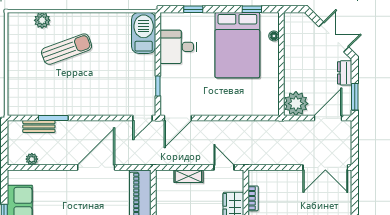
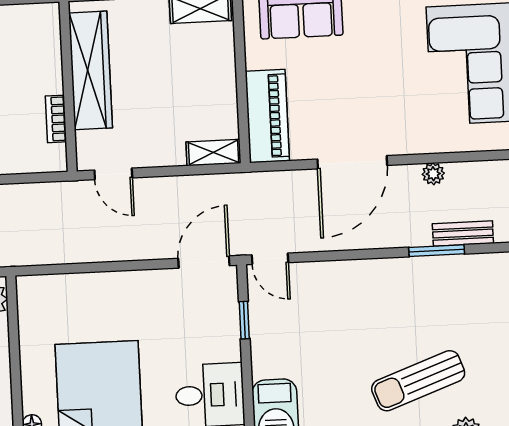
door: (142, 118) -> (270, 259), swing flipped
plant: (32, 159) -> (433, 174), moved
shelving: (188, 176) -> (213, 153), moved

